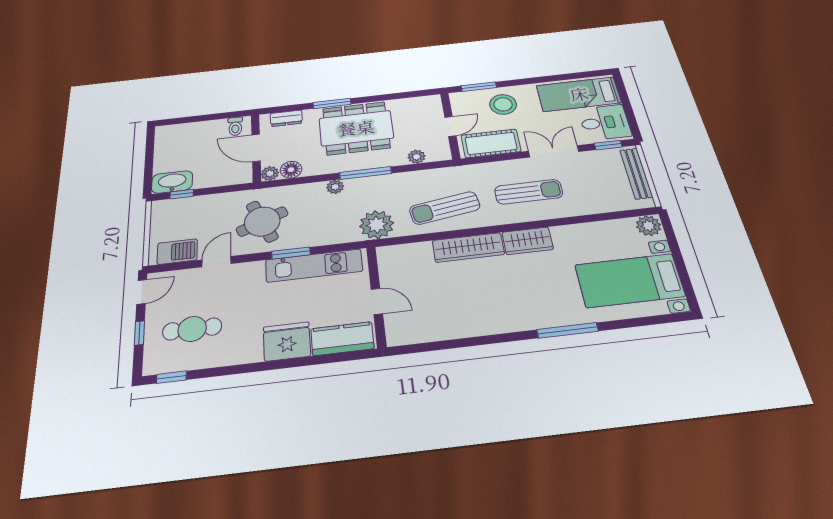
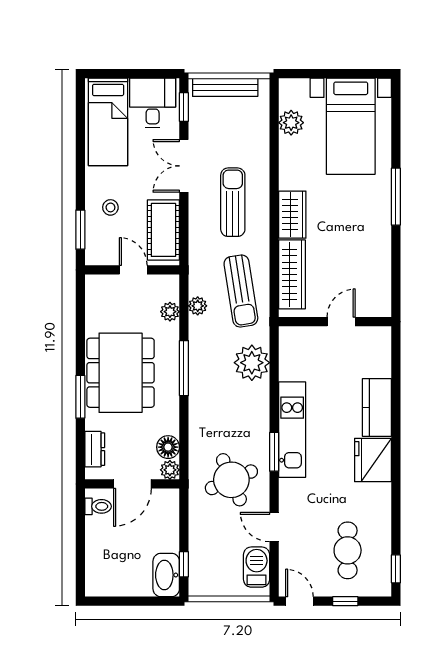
stool: (503, 104) -> (110, 207), width x0.53, depth x0.53
plant: (335, 187) -> (198, 306), moved
plant: (649, 226) -> (291, 123), moved
wall: (376, 296) -> (335, 322), moved
door: (377, 301) -> (341, 322), moved

